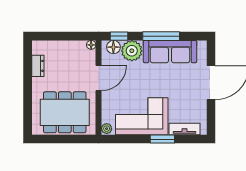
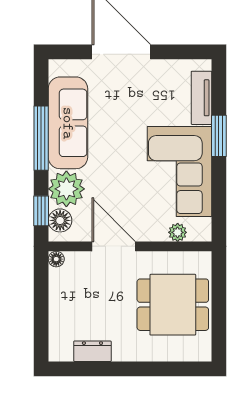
dining table: (65, 112) -> (173, 305), width x0.73
plant: (107, 129) -> (178, 232), moved

